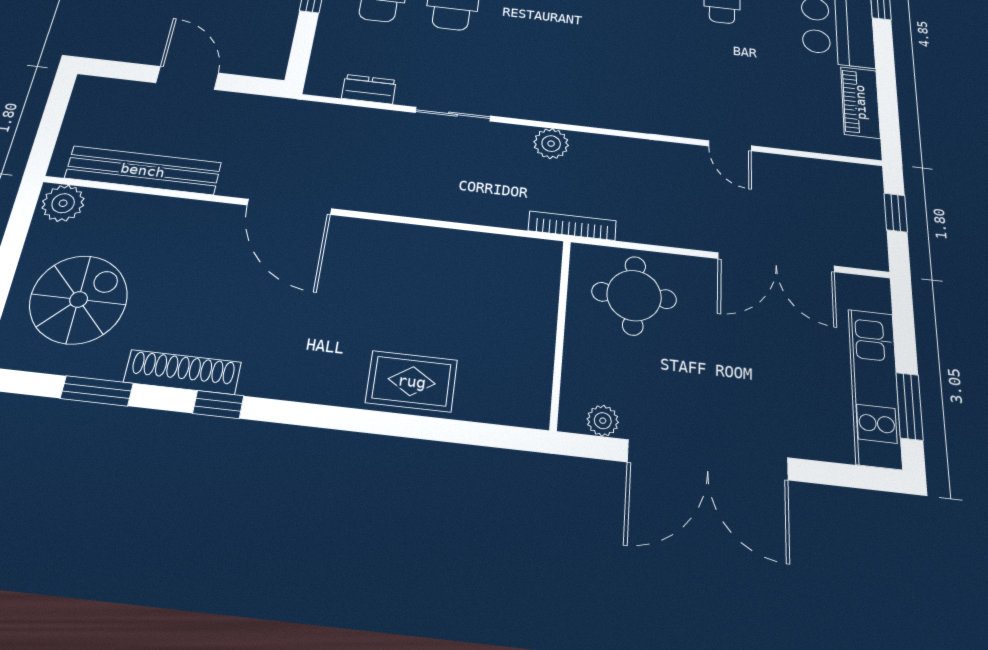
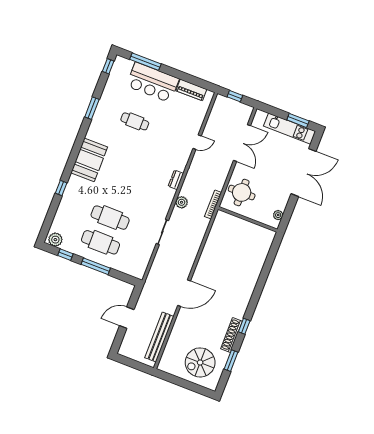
dresser: (369, 89) -> (176, 180), moved
plant: (63, 203) -> (165, 364), removed
spiral stairs: (79, 299) -> (200, 362), turned -90
rug: (412, 381) -> (252, 268), removed
double door: (708, 460) -> (304, 173), moved

